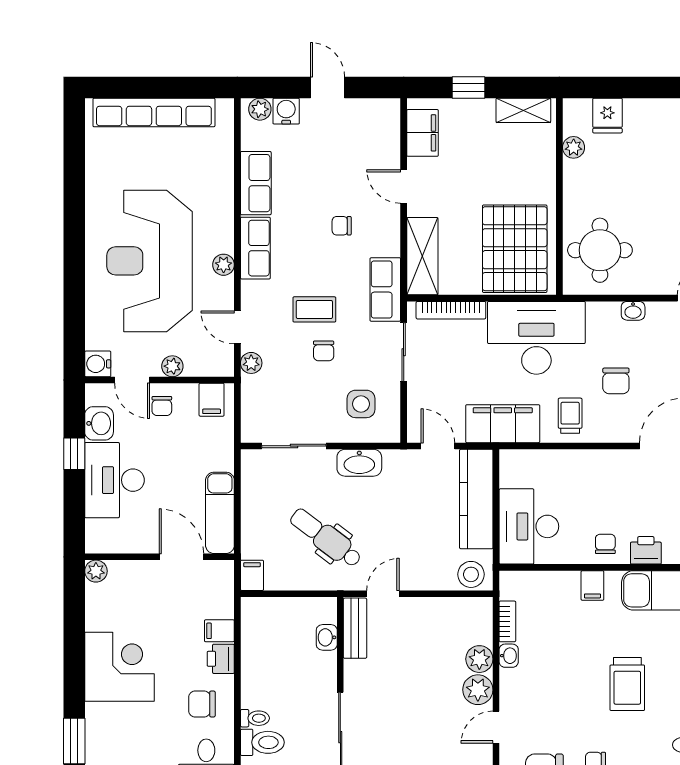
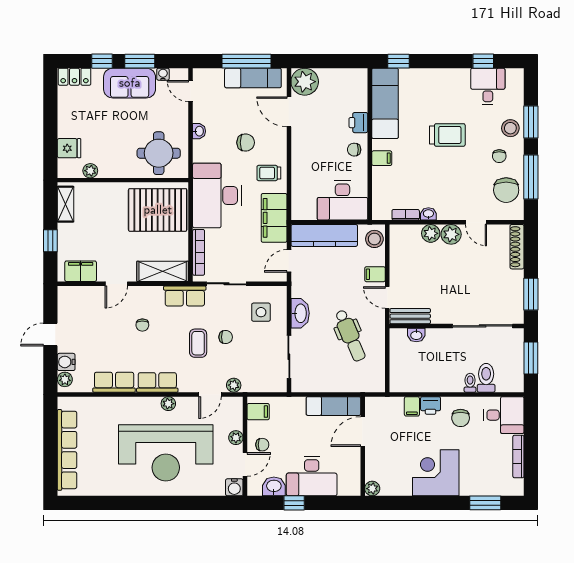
dental chair: (326, 538) -> (350, 336), turned -60
filing cabinet: (252, 575) -> (375, 274), moved

